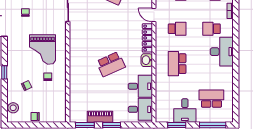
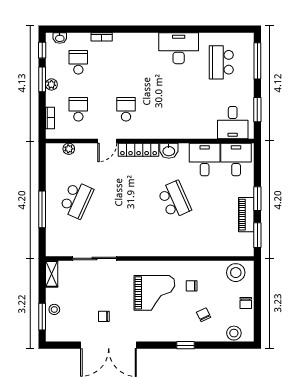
school desk: (211, 29) -> (126, 62), removed
desk: (222, 52) -> (179, 48), moved
school desk: (177, 64) -> (174, 109), removed
stool: (57, 109) -> (236, 273), added
desk: (185, 111) -> (233, 123), moved, turned 90

